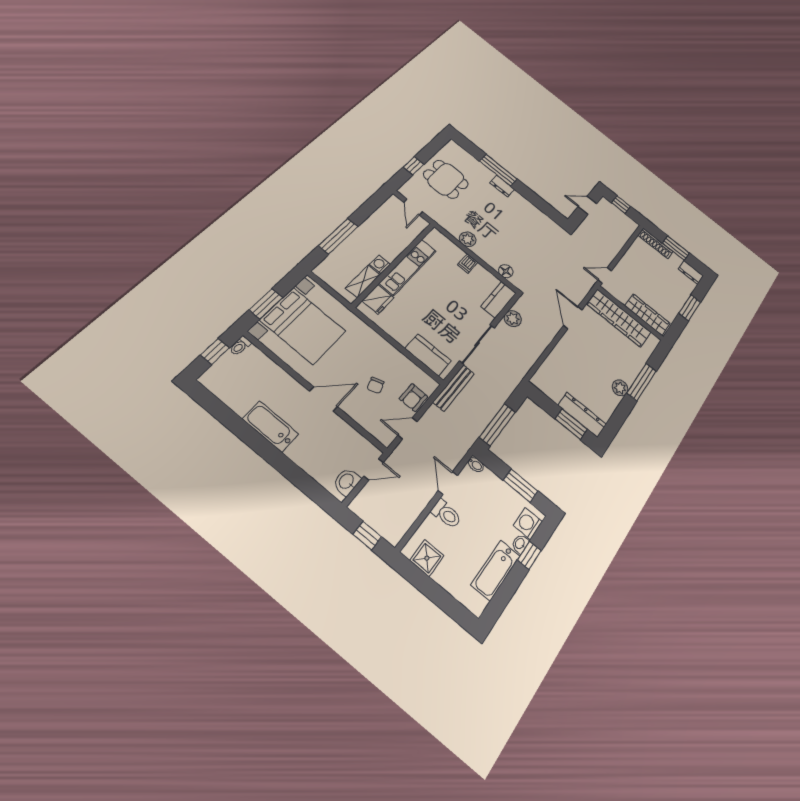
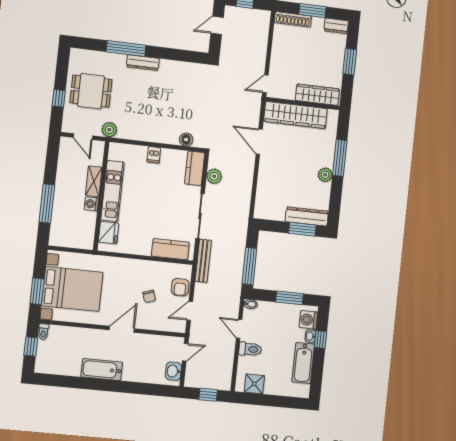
dresser: (502, 186) -> (143, 63), width x1.44
plant: (468, 239) -> (109, 130), moved
shelving: (363, 281) -> (94, 181), moved

